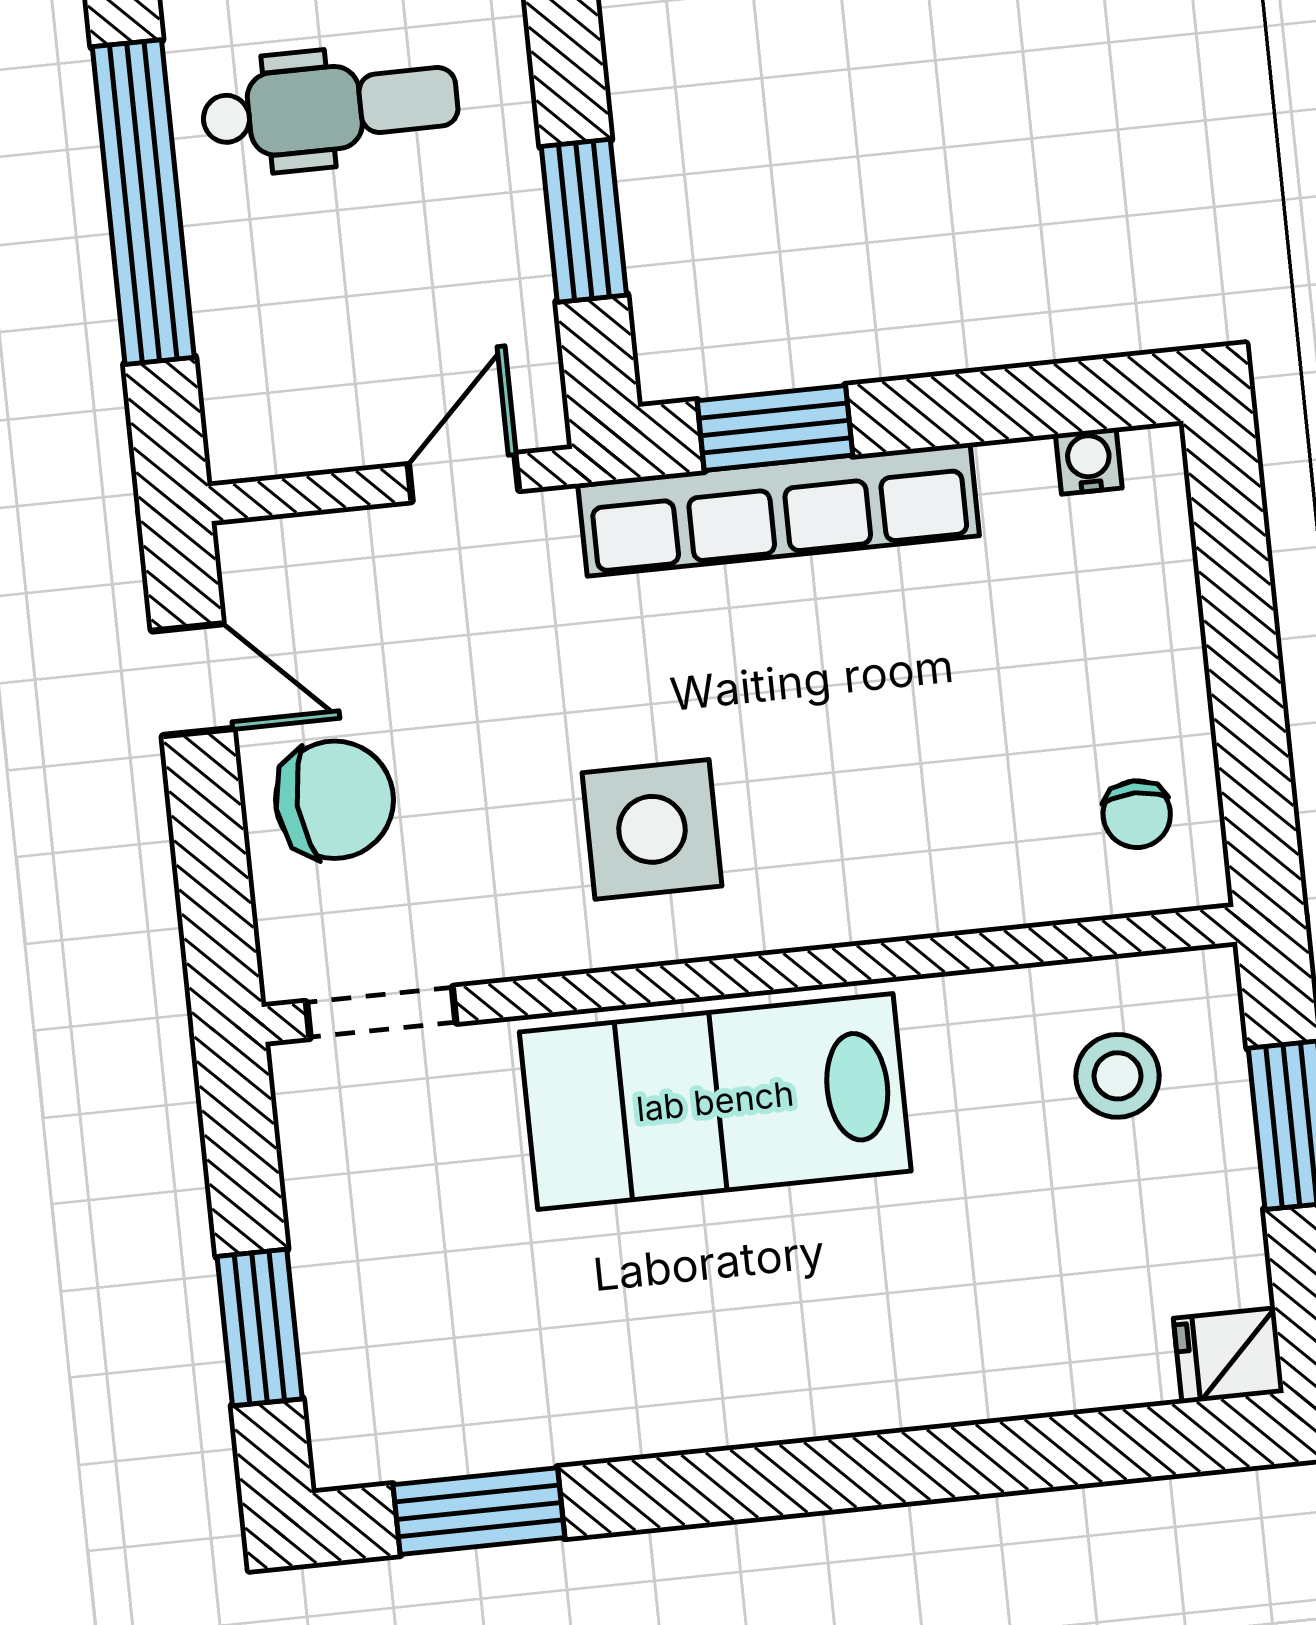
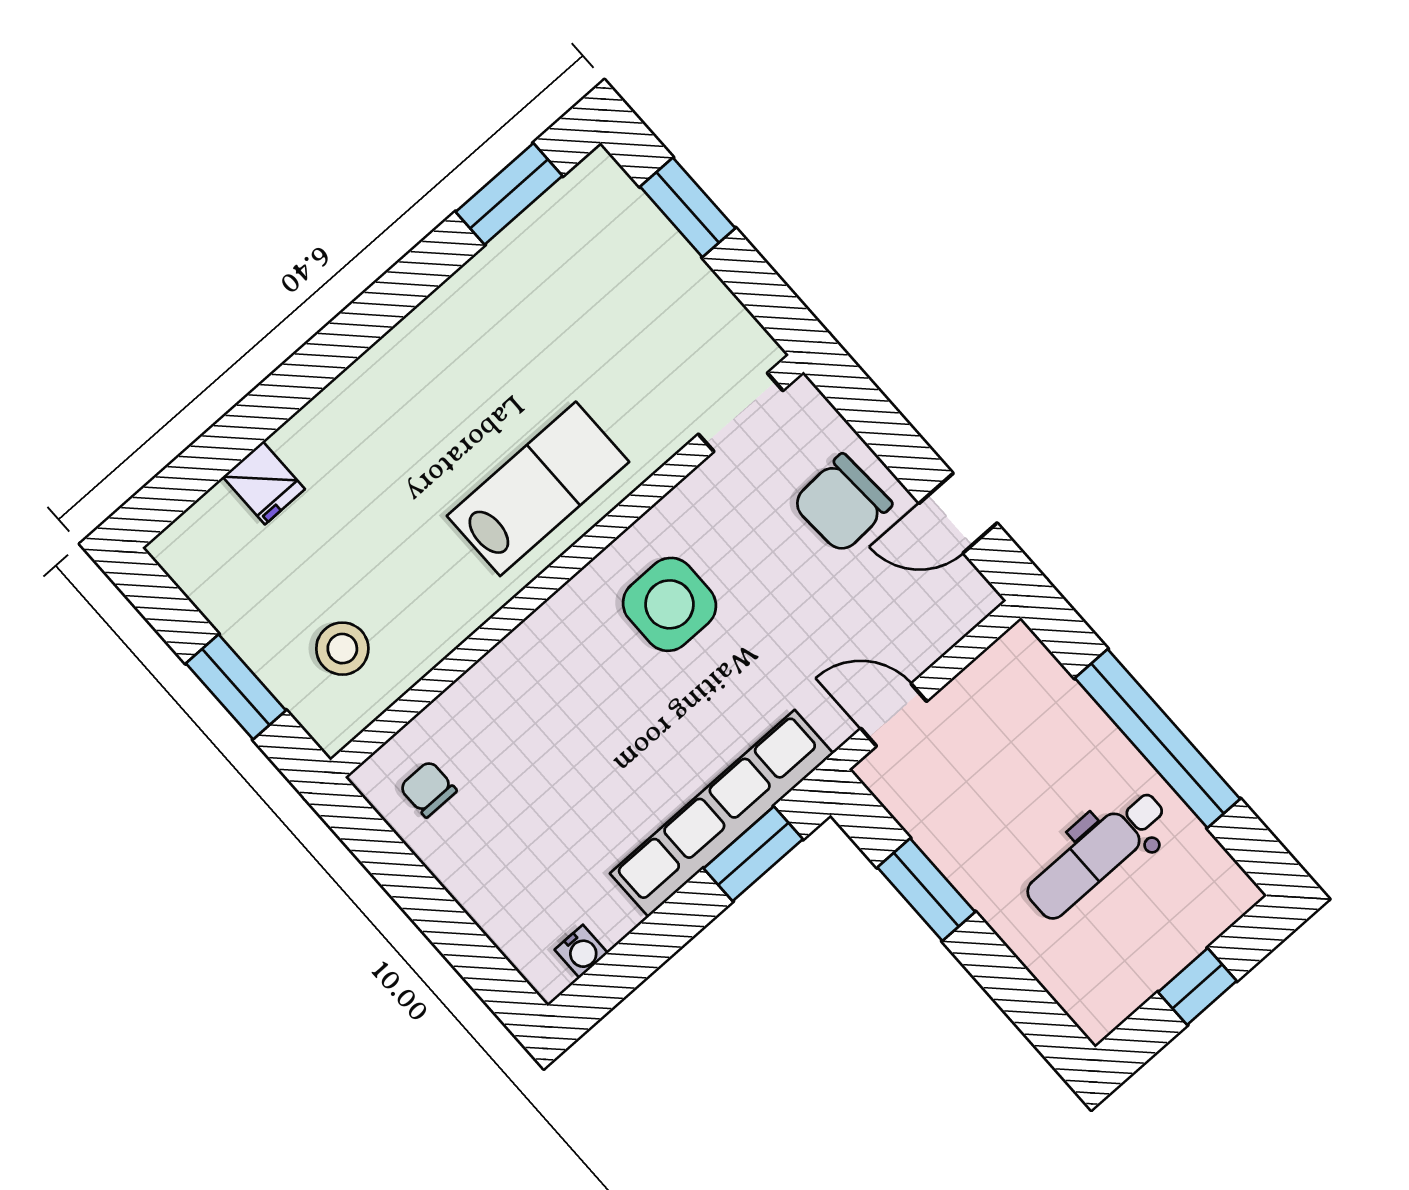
door: (464, 478) -> (894, 715), swing flipped
lab bench: (715, 1101) -> (538, 489), width x0.73, depth x0.72
fridge: (1229, 1355) -> (264, 483), moved, turned 90

